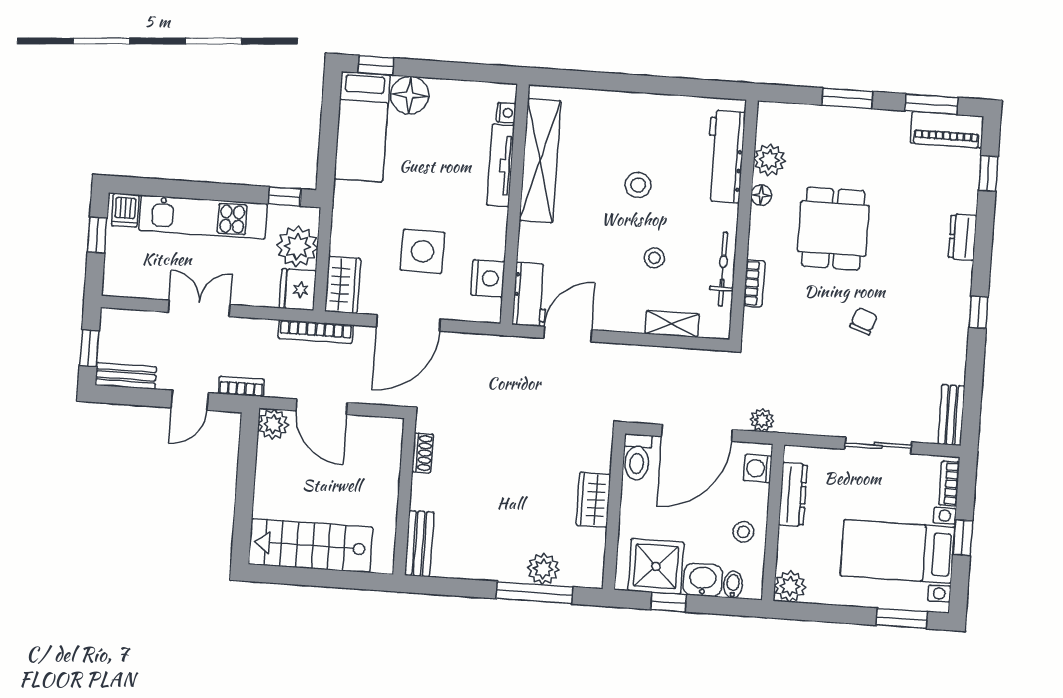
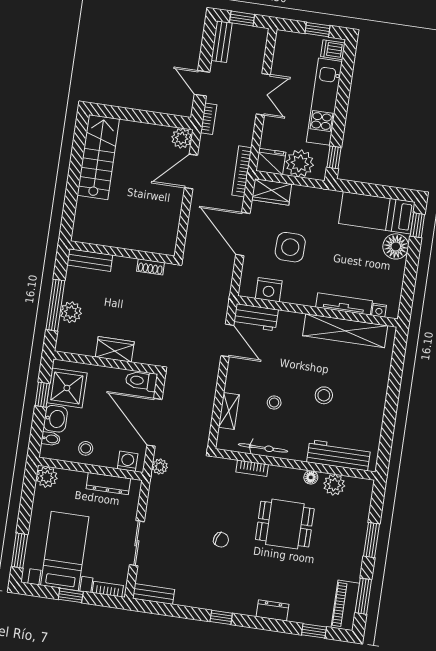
shoe rack: (423, 453) -> (150, 267), moved
wall: (404, 497) -> (122, 252), moved
bench: (419, 544) -> (90, 260), moved

